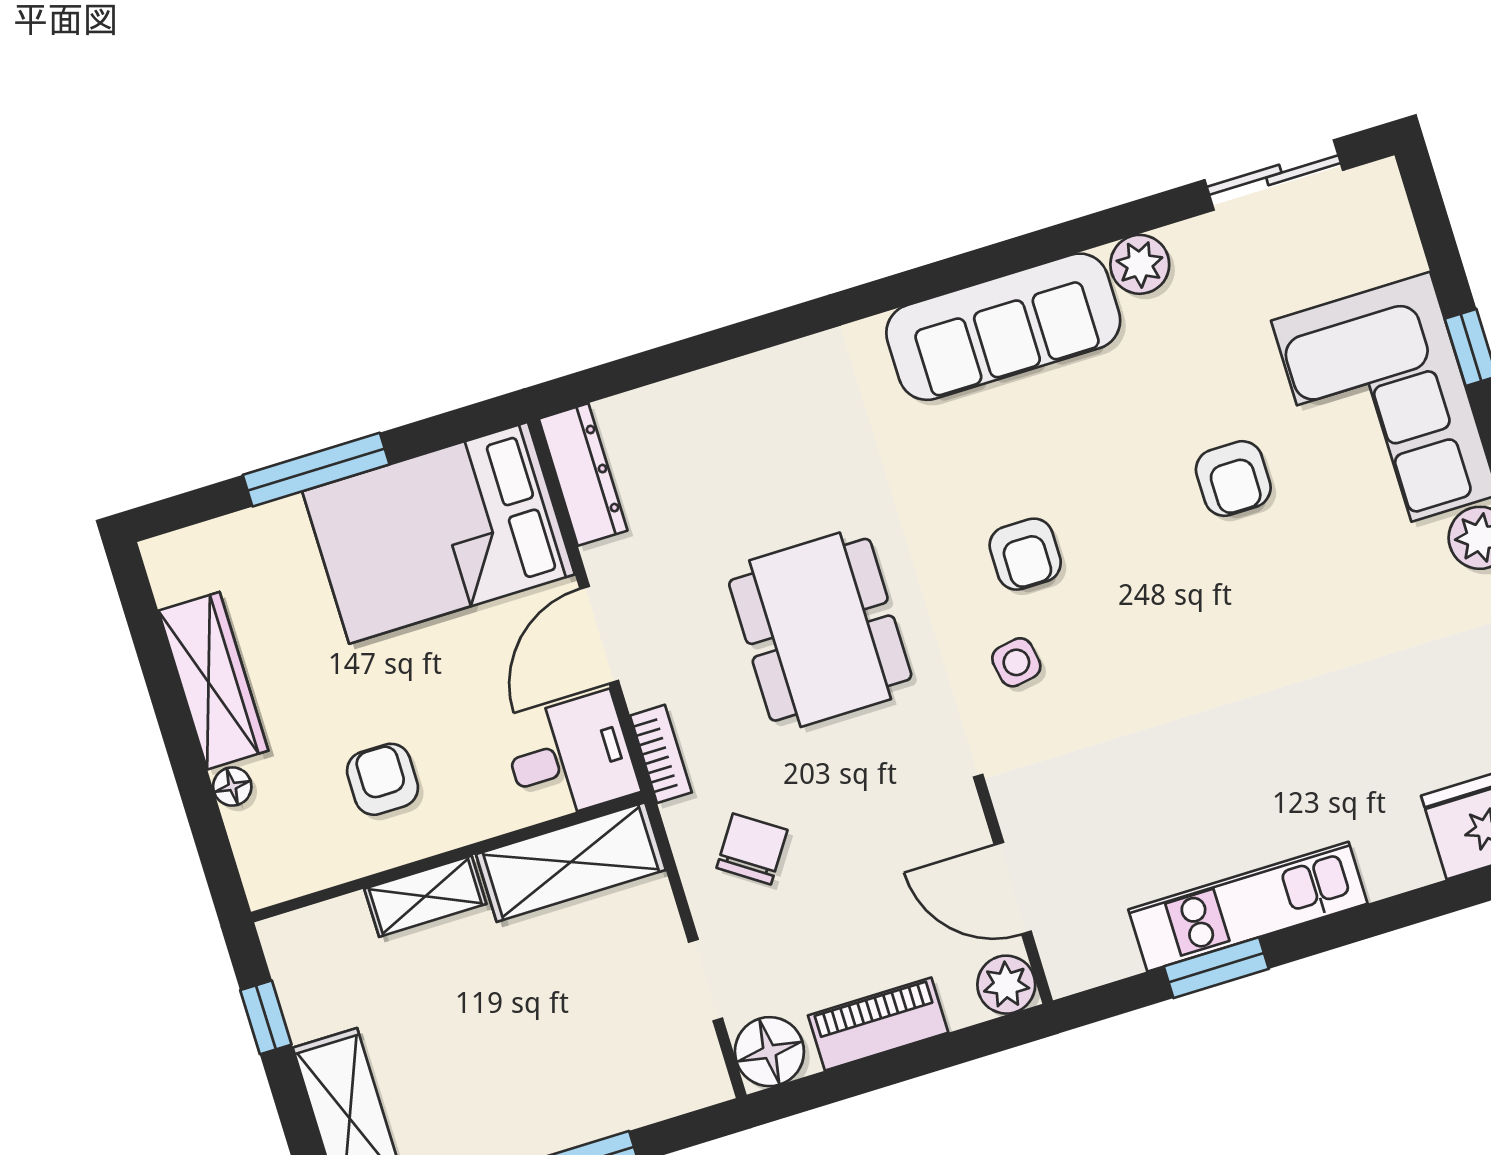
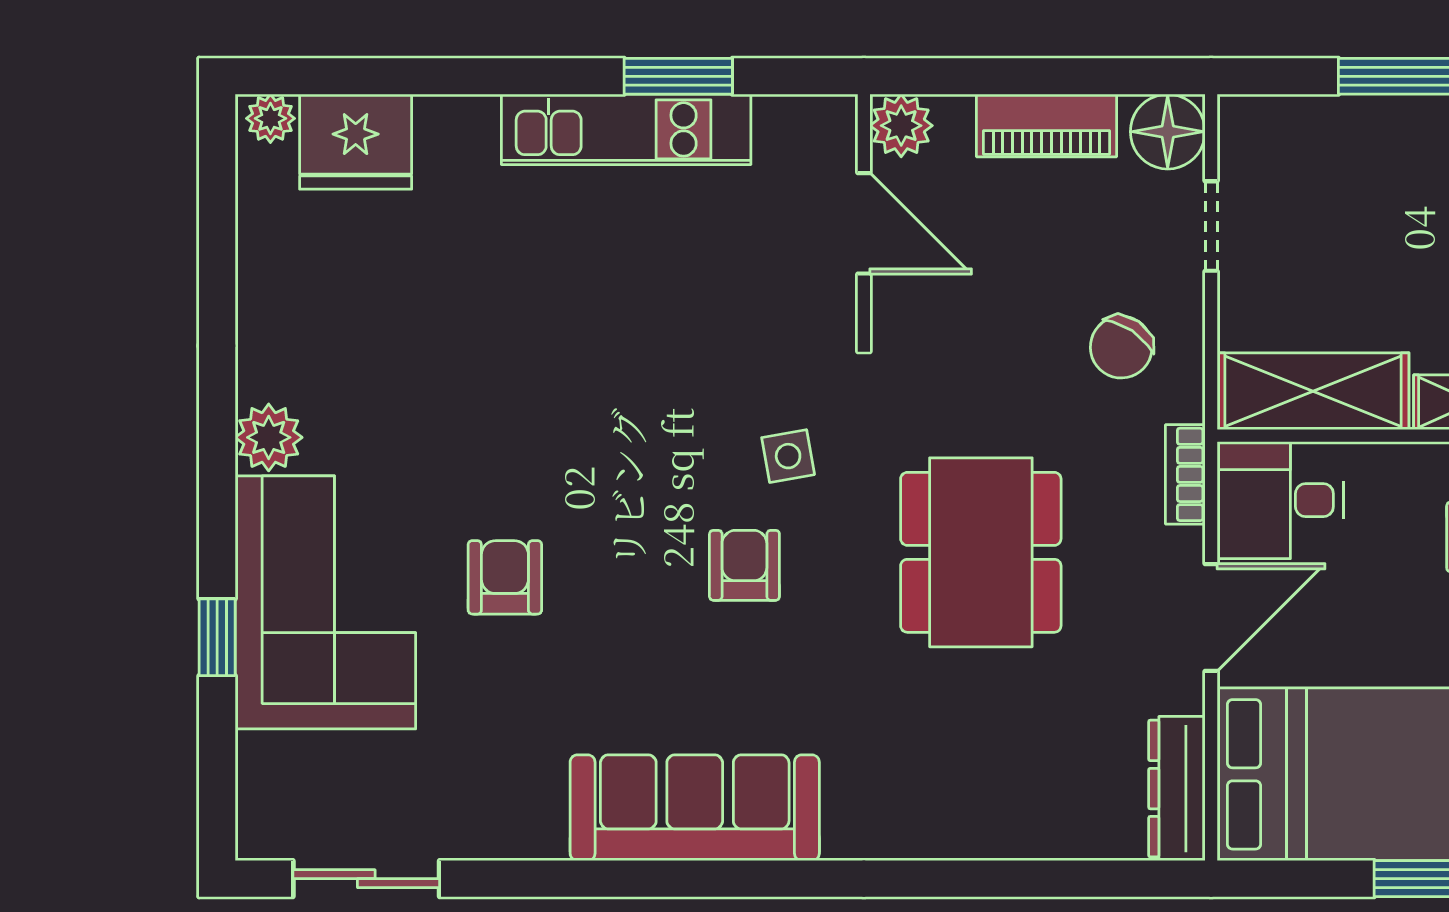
plant: (1140, 264) -> (533, 829), removed

